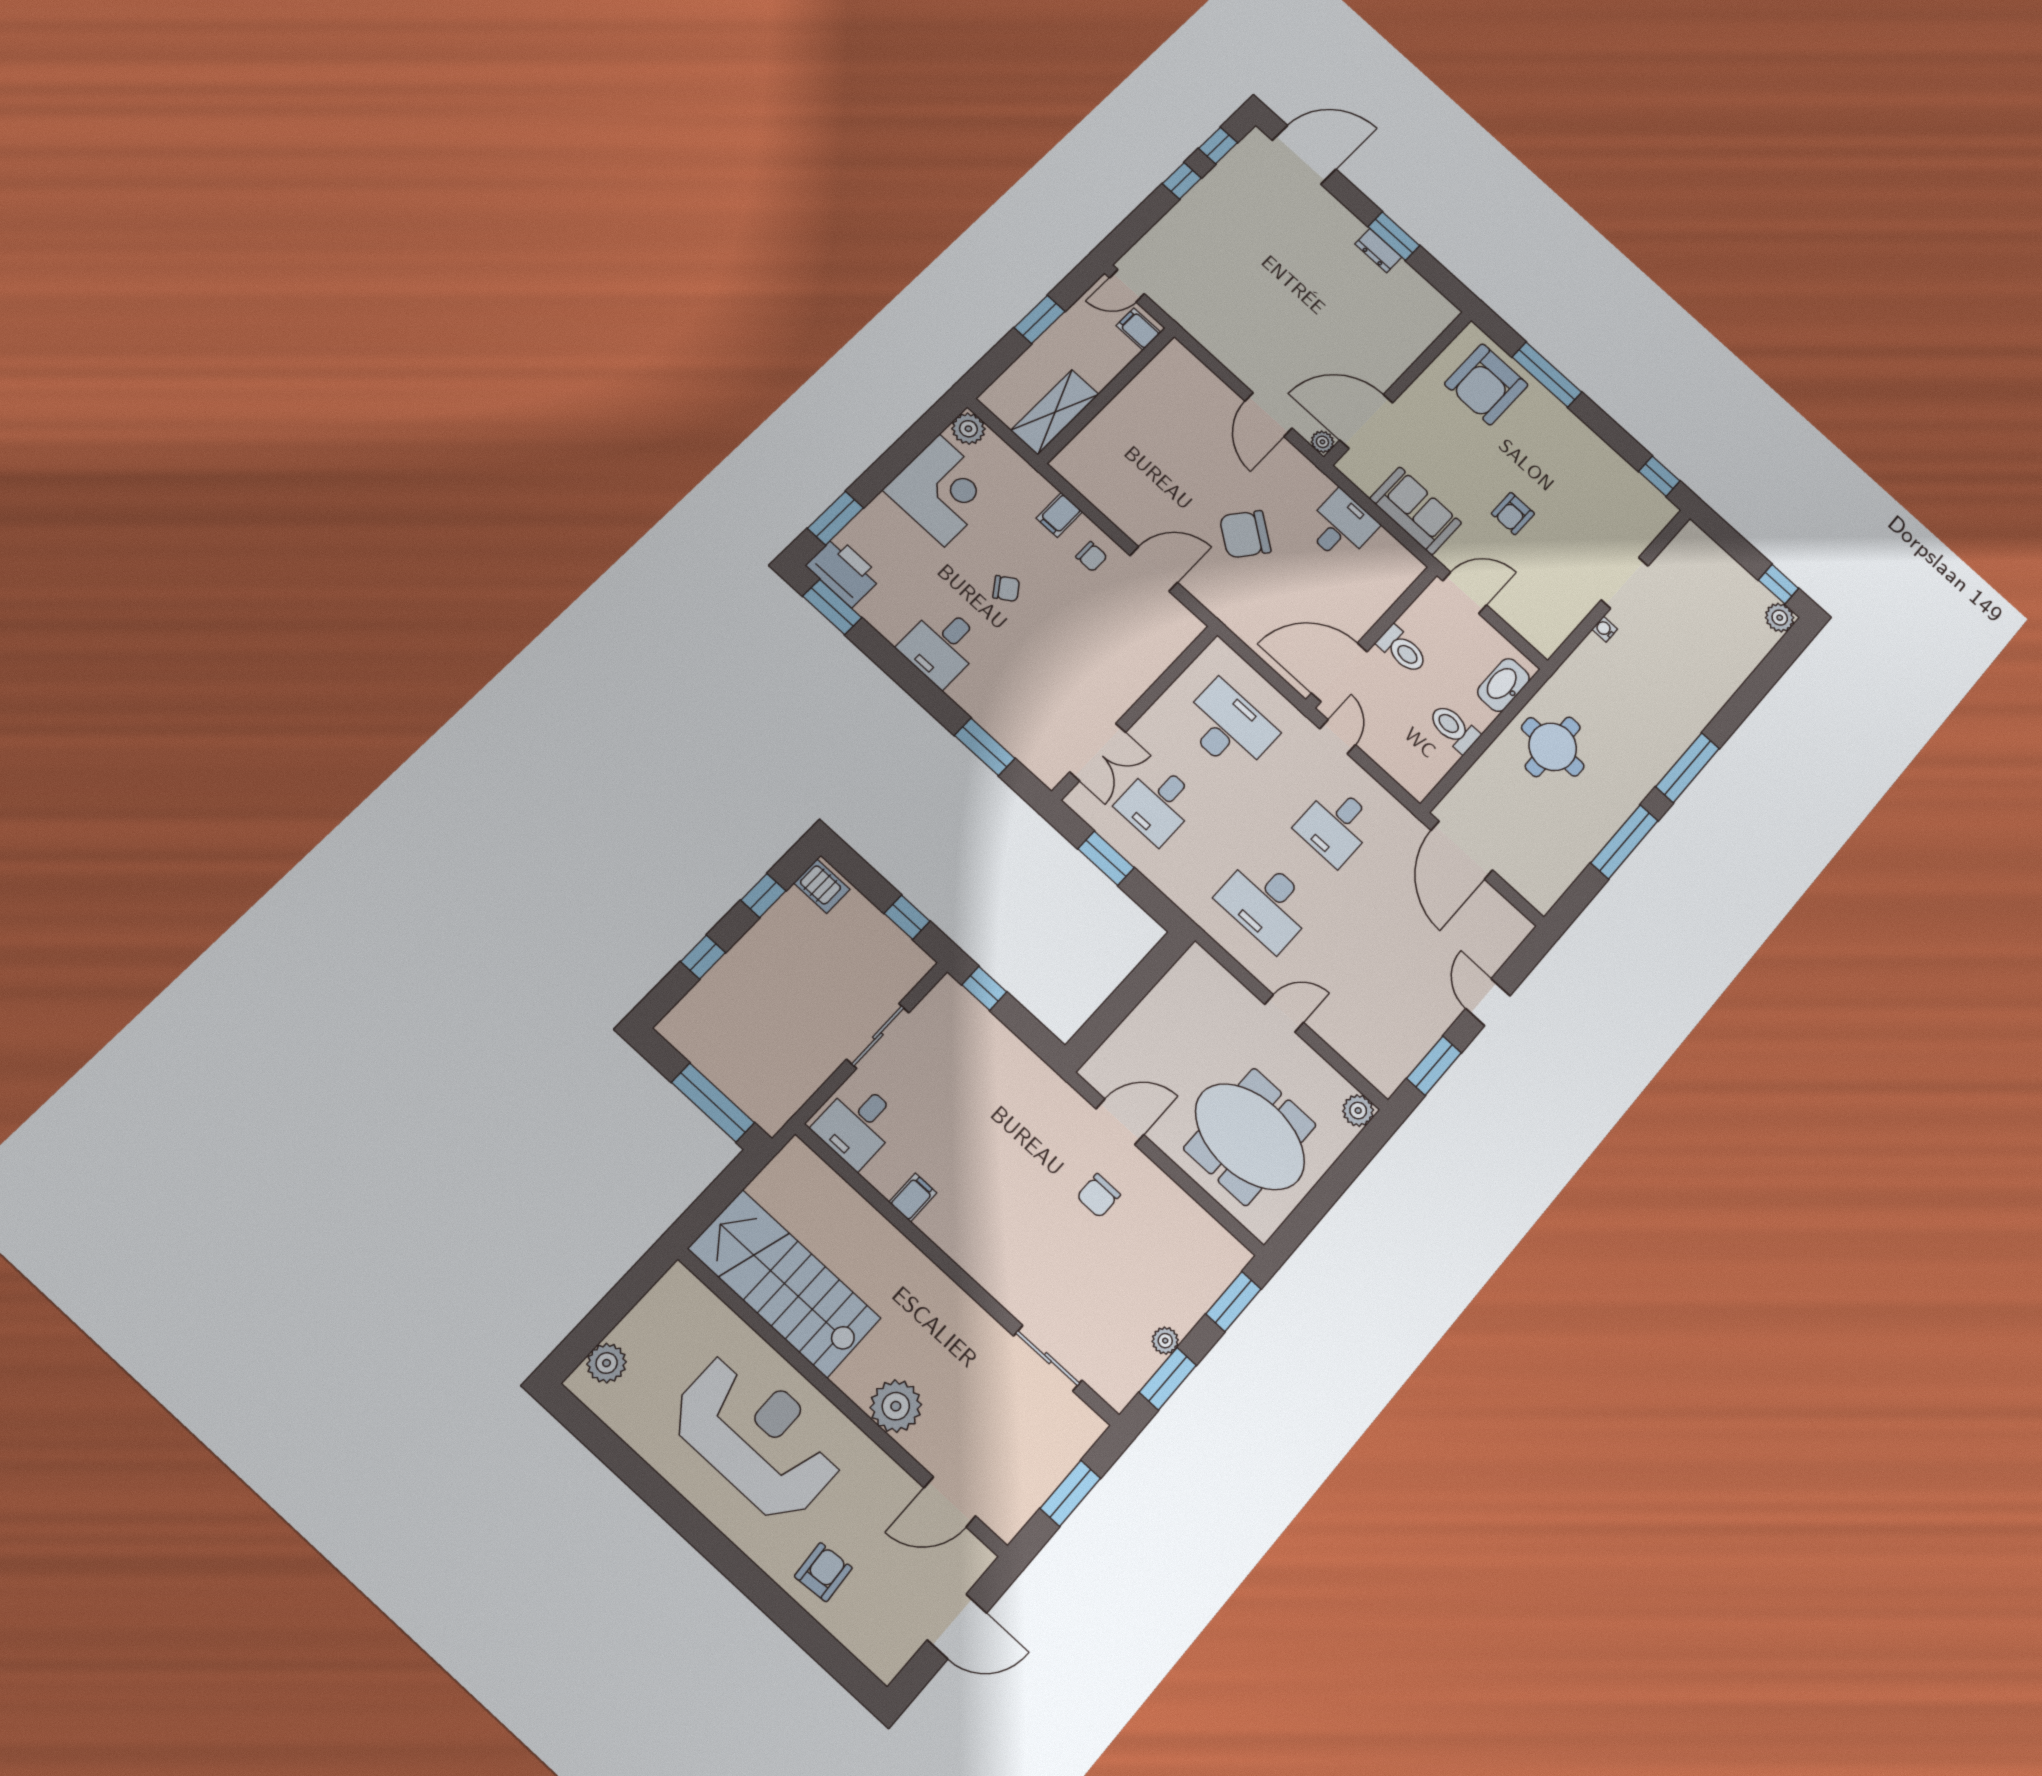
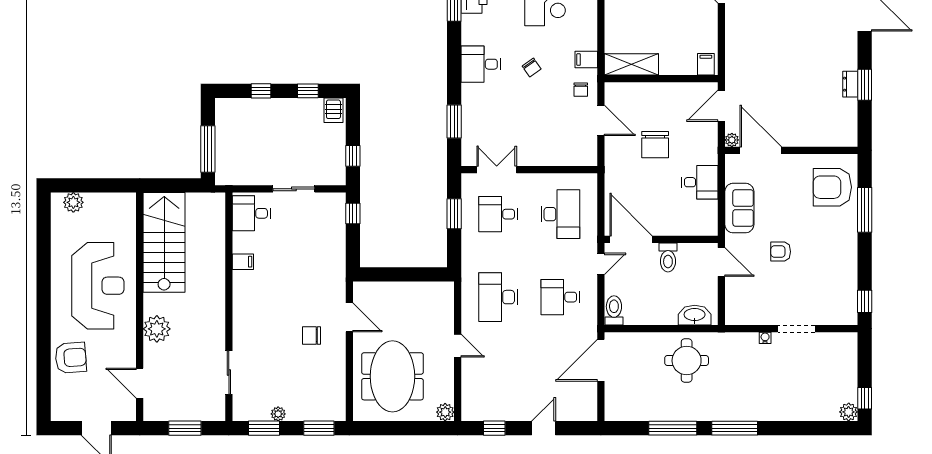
filing cabinet: (1139, 329) -> (706, 64), moved
wall: (1107, 395) -> (661, 79), moved
shelving: (1055, 412) -> (631, 64), moved
chair: (1245, 534) -> (655, 145), turned -127
toilet: (1454, 728) -> (614, 310), moved
double door: (1098, 752) -> (497, 170), swing flipped
window: (1434, 1066) -> (494, 428), width x0.67
armchair: (823, 1572) -> (71, 358), width x1.38, depth x1.38

